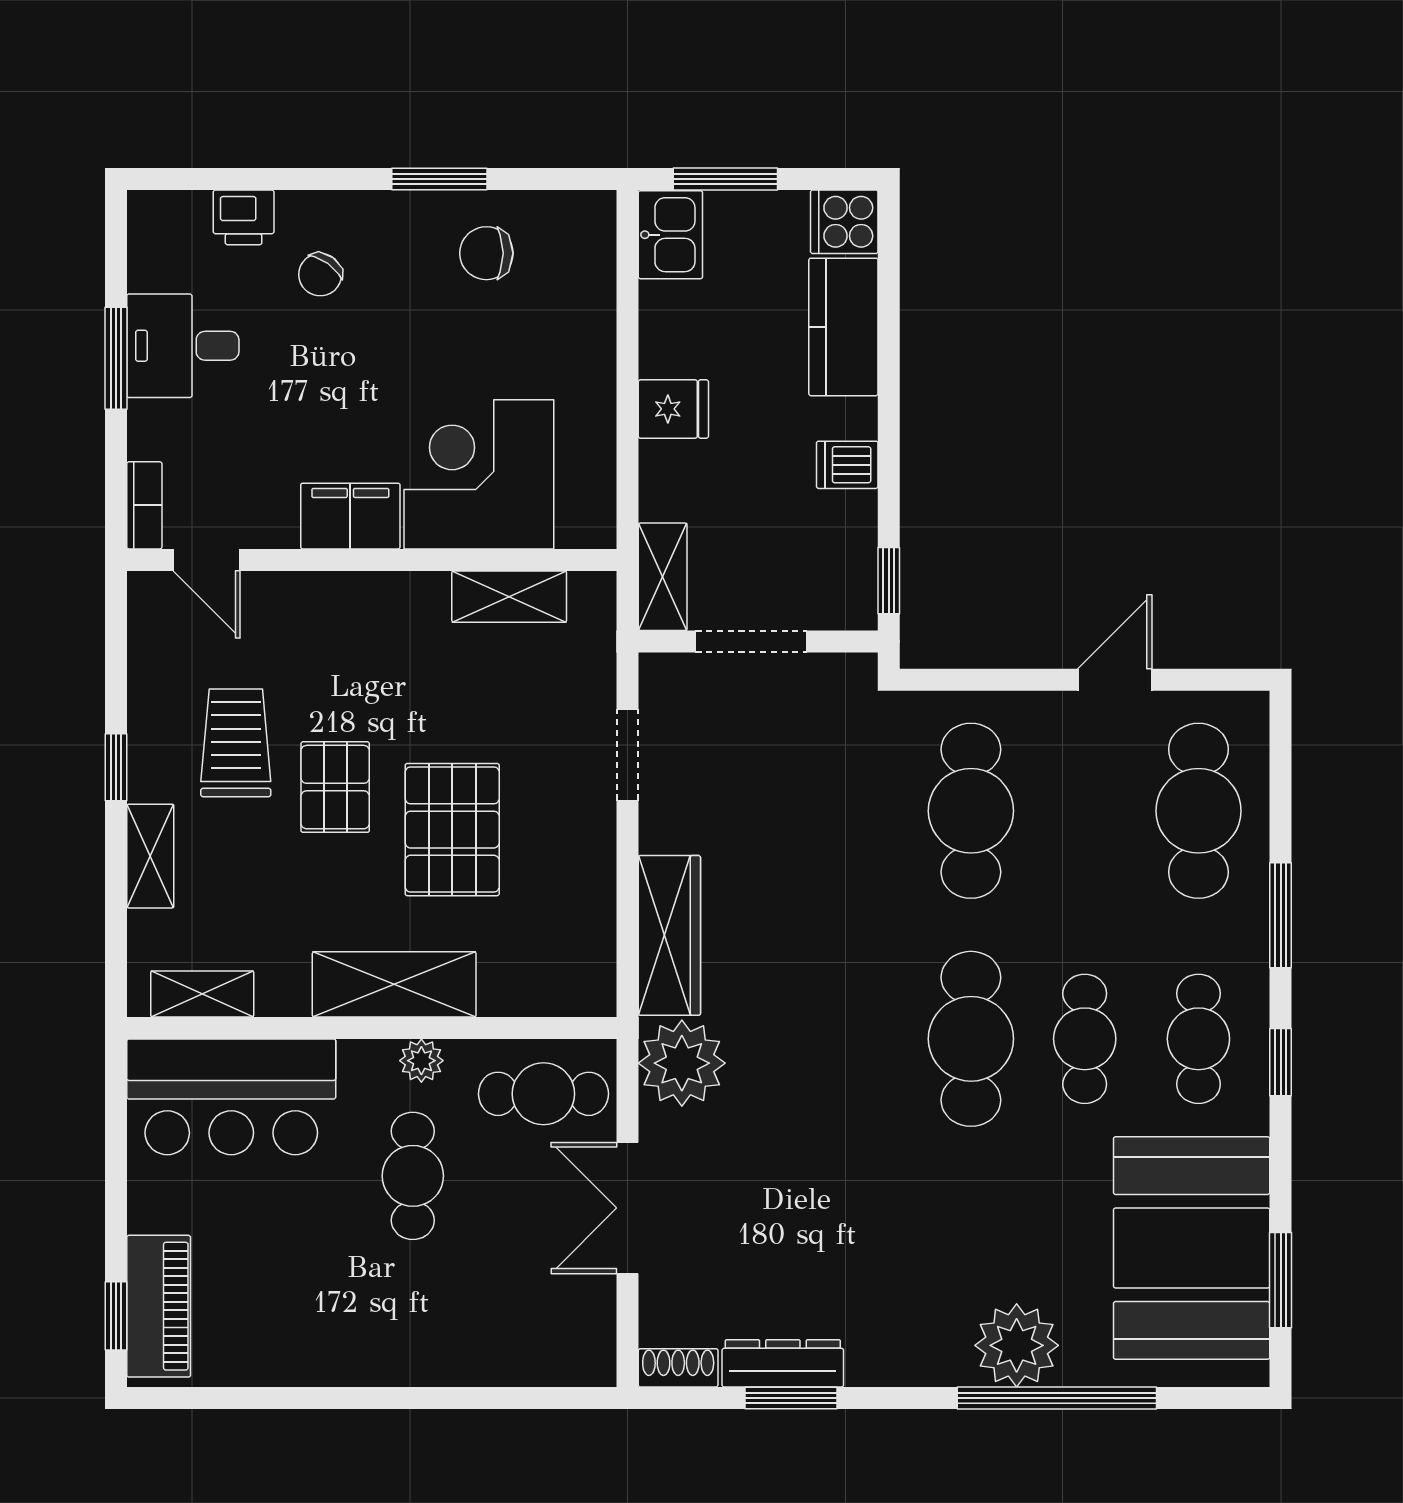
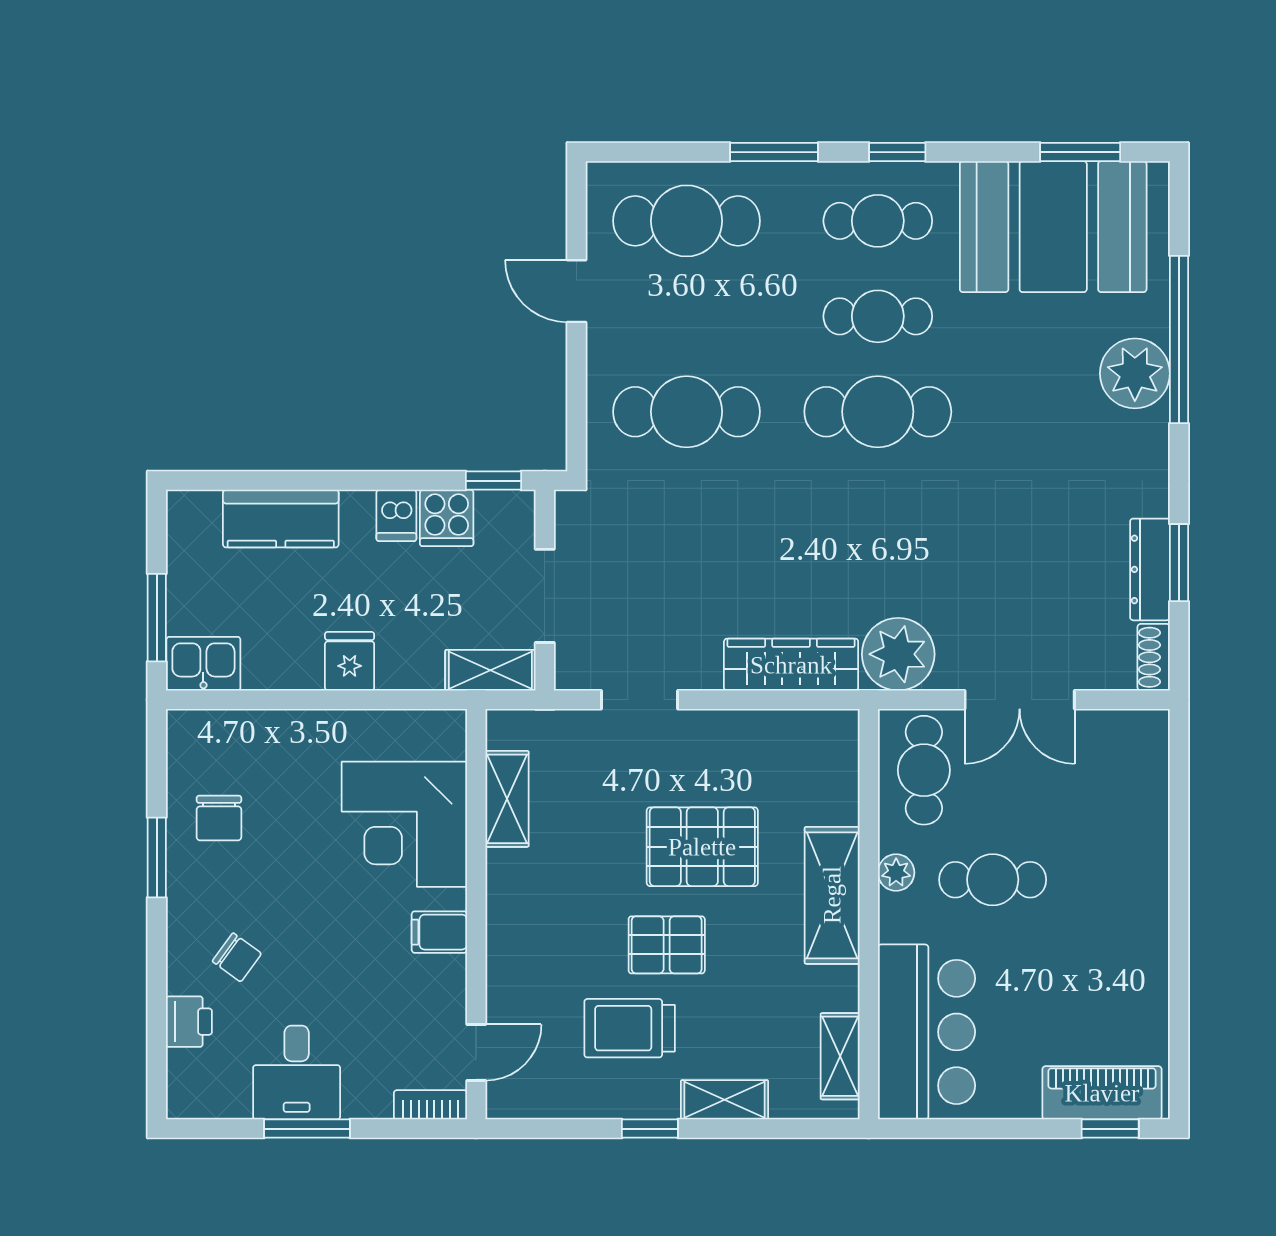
cooker: (844, 222) -> (447, 518), moved
filing cabinet: (350, 516) -> (439, 932), width x0.50

